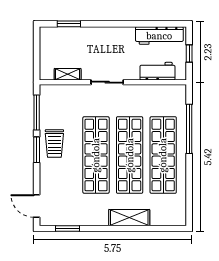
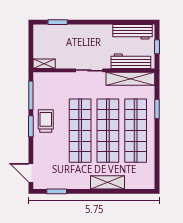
workbench: (157, 71) -> (131, 61), width x1.38
shelving: (68, 74) -> (44, 64), moved
shelving: (157, 92) -> (130, 79), added
window: (189, 129) -> (157, 109), width x0.47
trolley: (54, 143) -> (46, 121), turned 180

